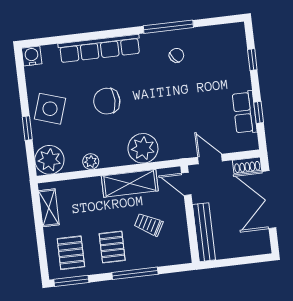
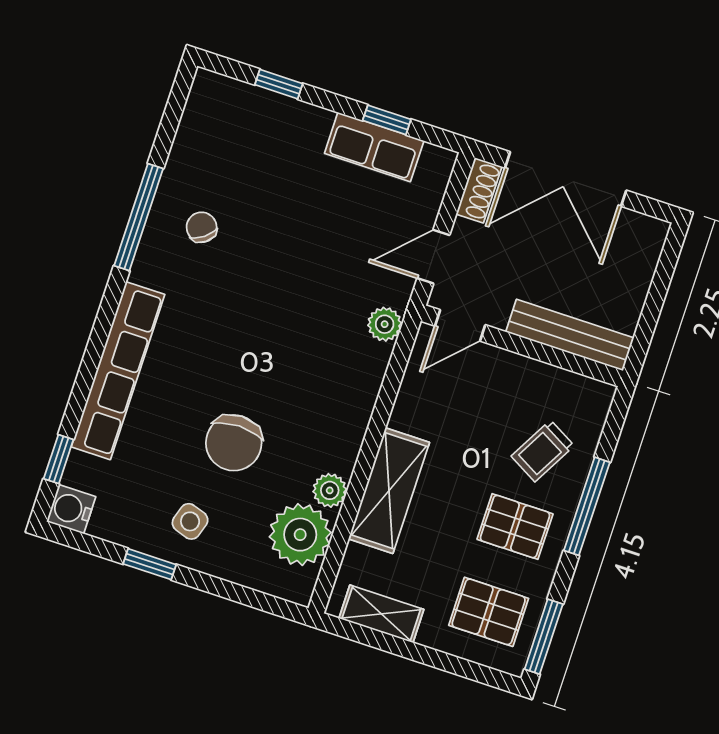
window: (50, 41) -> (59, 459), added
chair: (107, 101) -> (234, 443), moved
side table: (50, 109) -> (190, 521), width x0.54, depth x0.54
window: (27, 128) -> (150, 564), moved
plant: (143, 148) -> (385, 324), moved, width x0.53, depth x0.53
plant: (49, 160) -> (300, 535), moved
shelving: (130, 183) -> (389, 491), moved
trolley: (149, 224) -> (543, 451), moved

